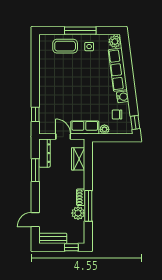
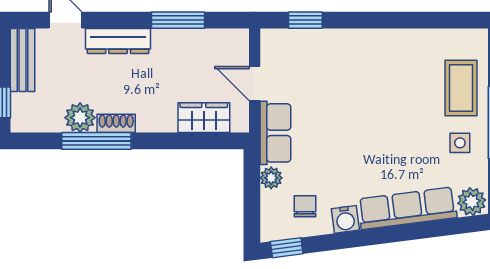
door: (63, 137) -> (255, 84), swing flipped
dresser: (44, 153) -> (118, 41), moved

